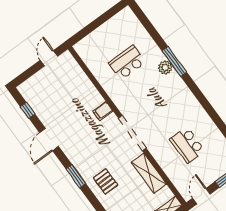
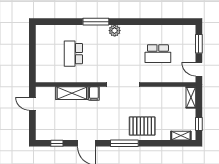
plant: (165, 67) -> (115, 31), moved
shelving: (149, 173) -> (72, 93), moved
window: (76, 176) -> (124, 143), width x1.44
pallet: (106, 181) -> (142, 126), width x1.50, depth x1.42

